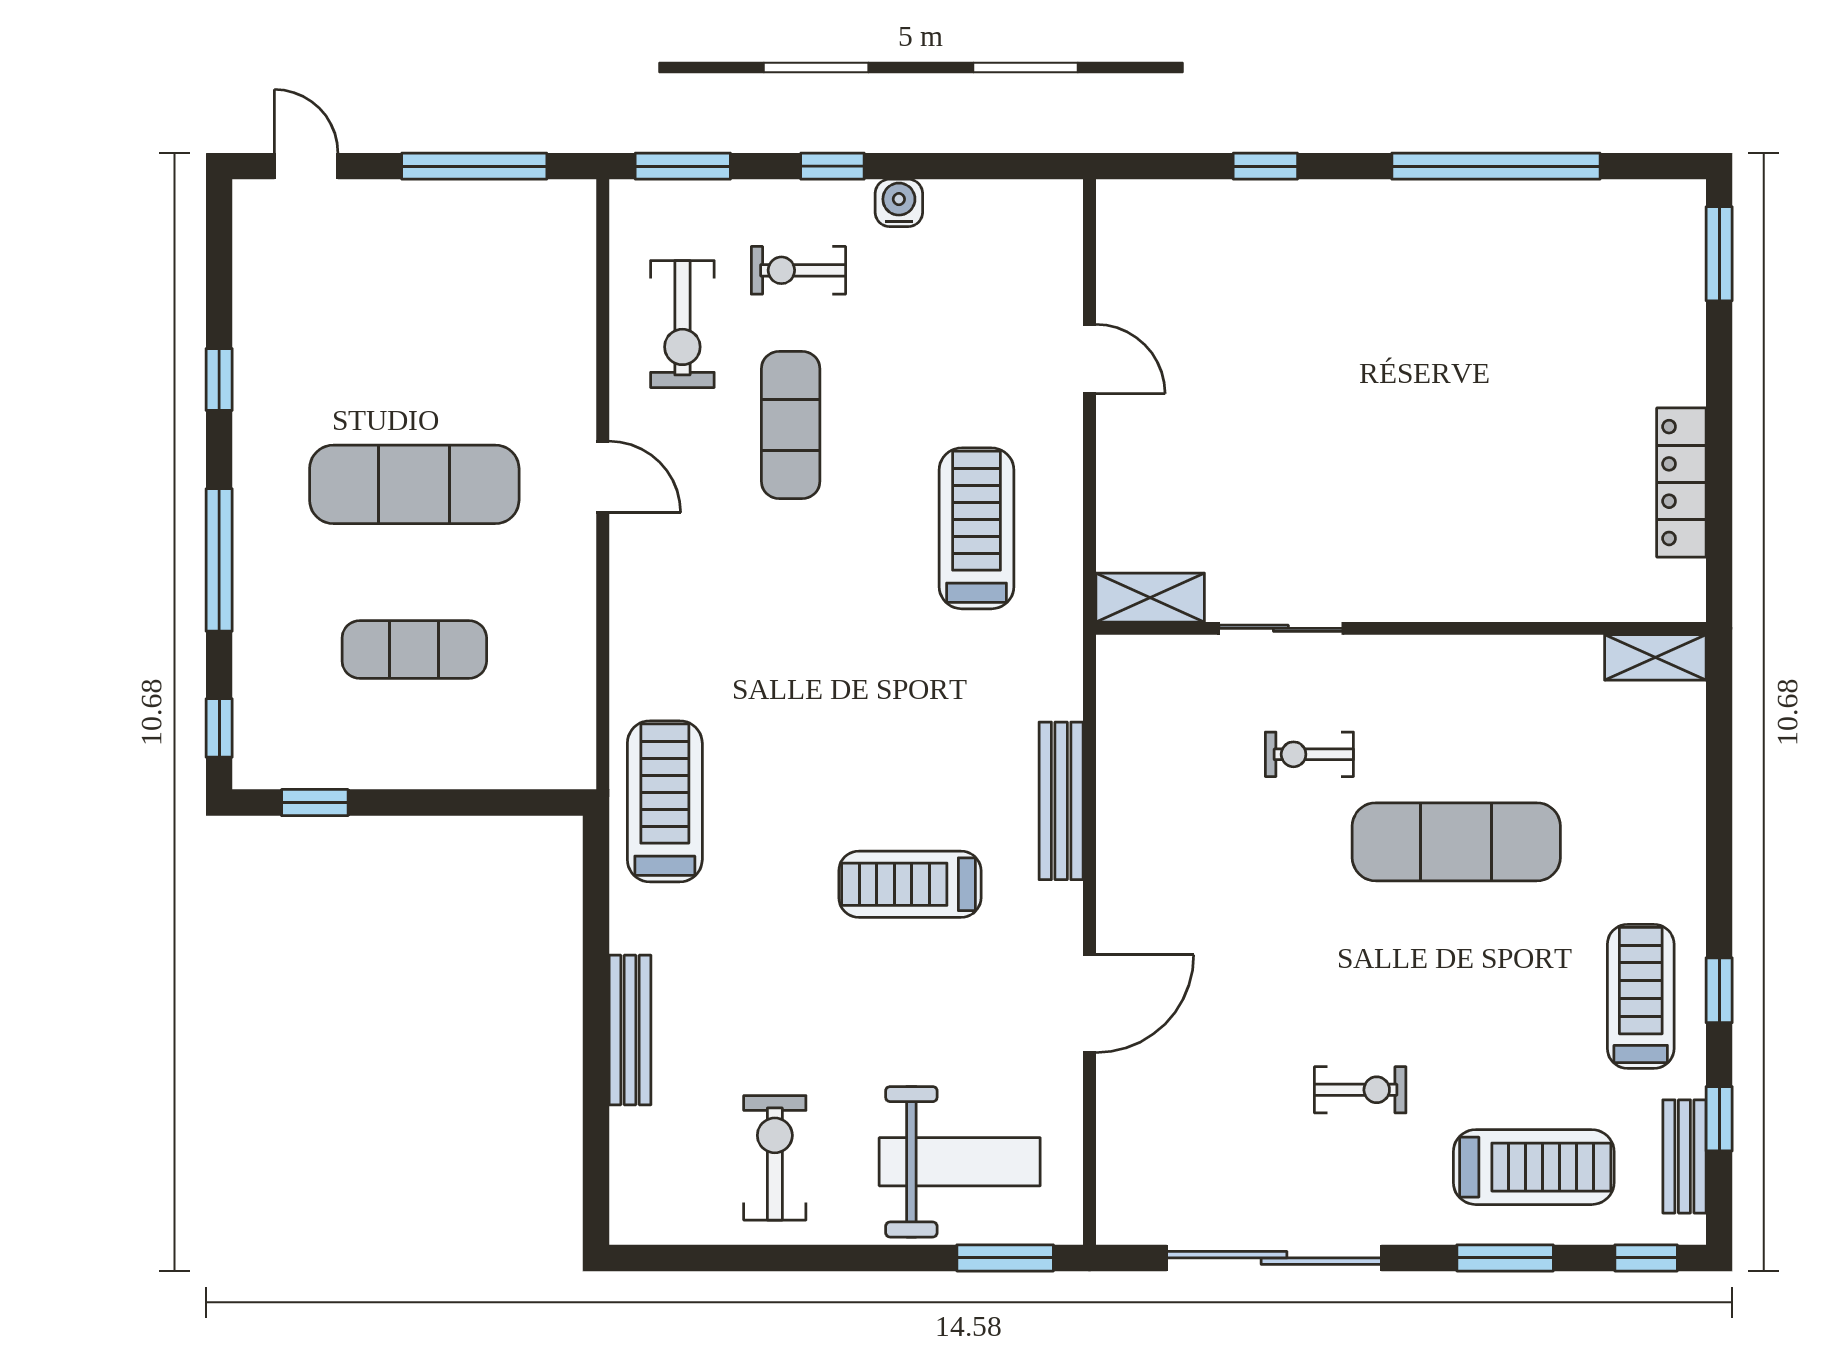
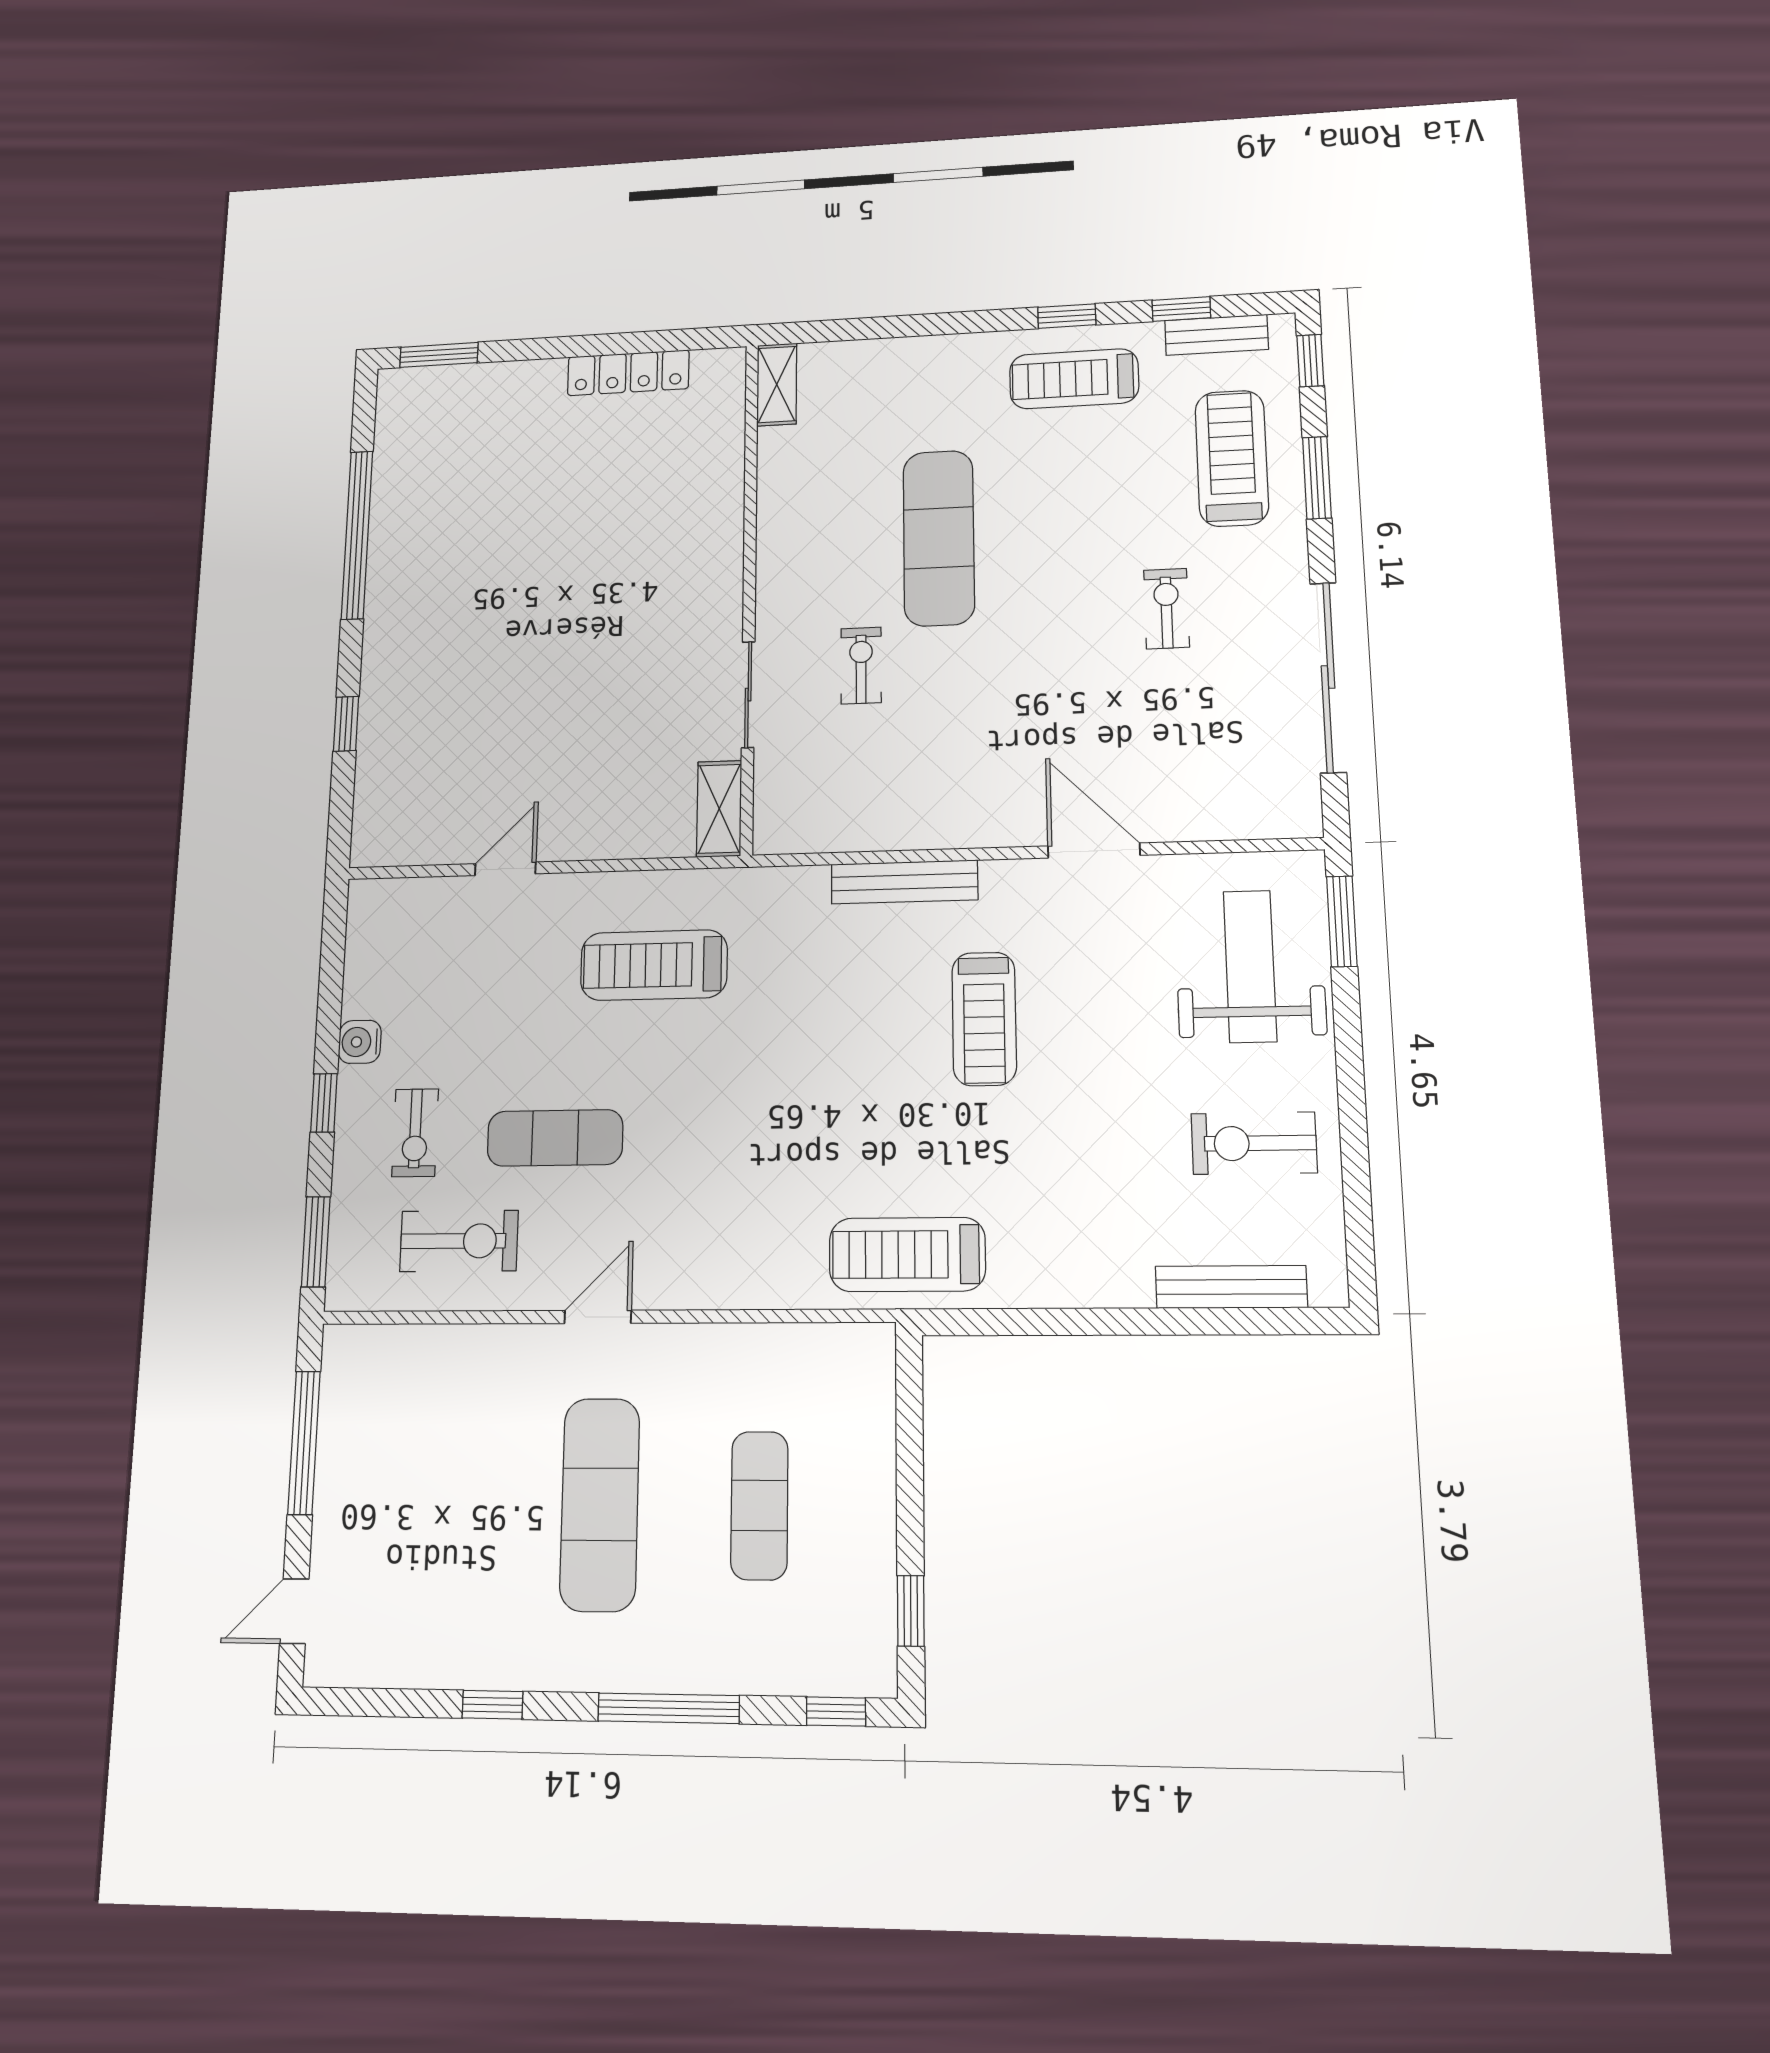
exercise bike: (1309, 754) -> (861, 665), turned 180
bench: (630, 1030) -> (1231, 1287), moved

